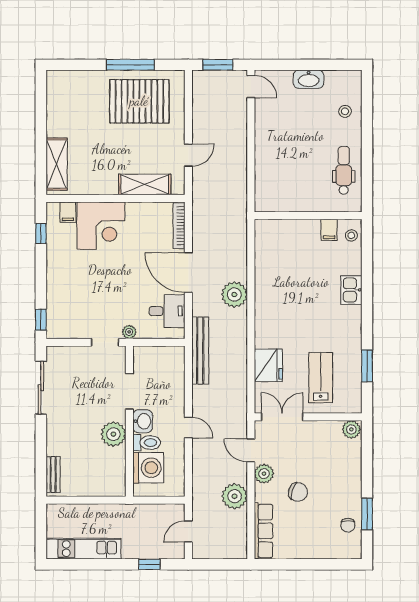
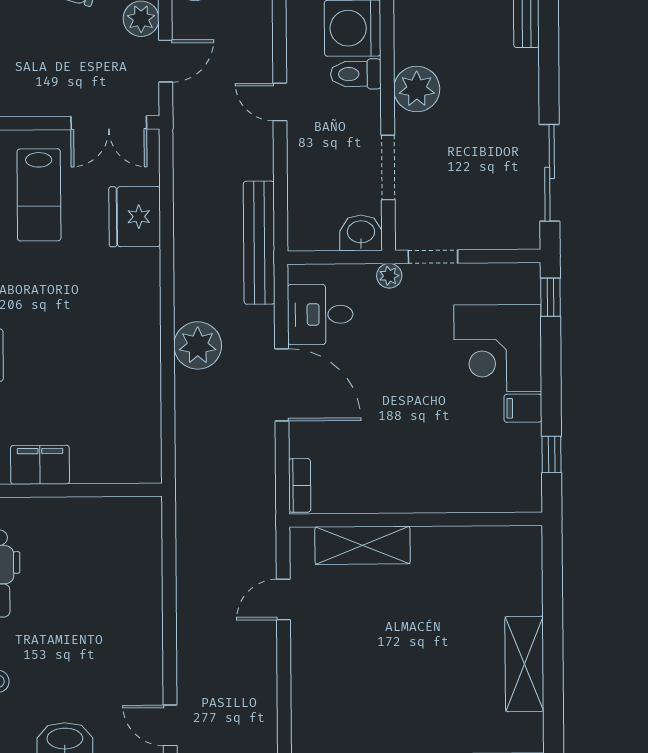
pallet: (139, 101) -> (373, 697), removed
shelving: (57, 164) -> (524, 664), moved
filing cabinet: (68, 212) -> (523, 408), moved, turned -90
corner desk: (101, 226) -> (498, 348), moved, turned -90
bookcase: (179, 226) -> (300, 485), width x0.64
filing cabinet: (329, 230) -> (40, 465), width x2.00
washbasin: (143, 421) -> (361, 233), moved, turned 90
door: (251, 450) -> (166, 61), hinge flipped

